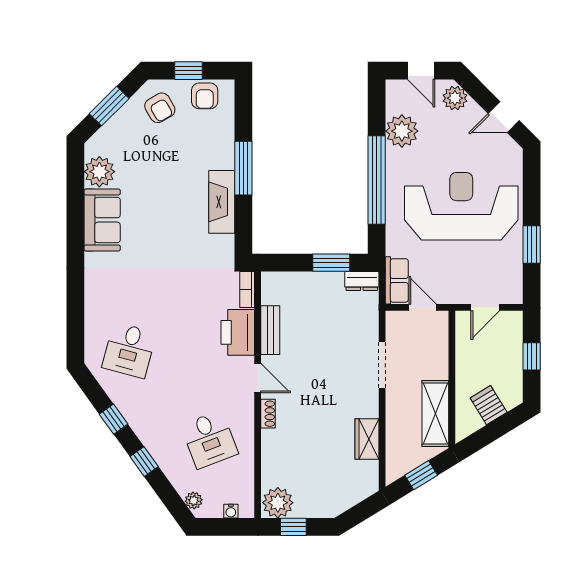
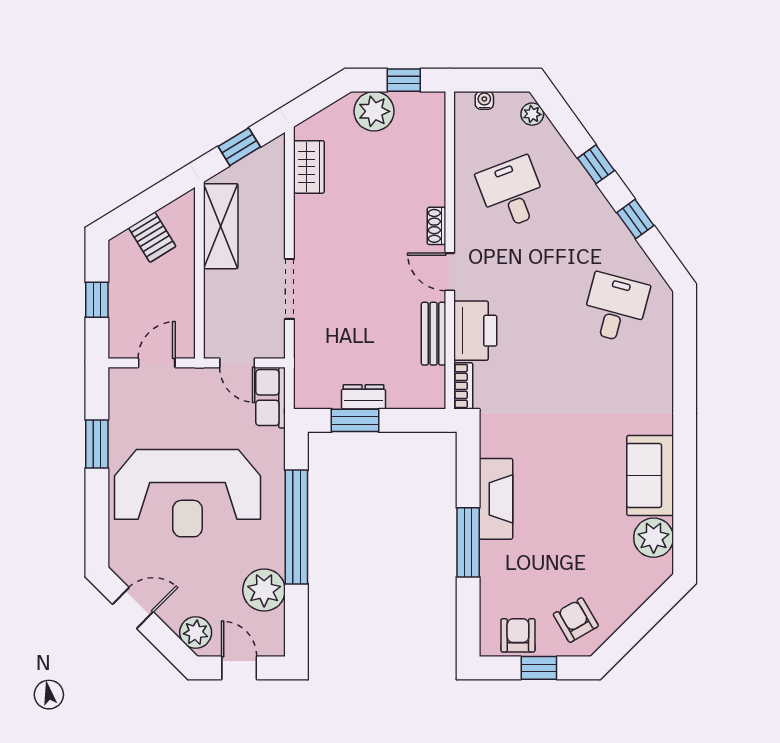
window: (109, 106) -> (641, 622), removed
dresser: (362, 281) -> (364, 397), moved
wardrobe: (367, 439) -> (309, 167), moved
plant: (278, 503) -> (374, 111), moved

